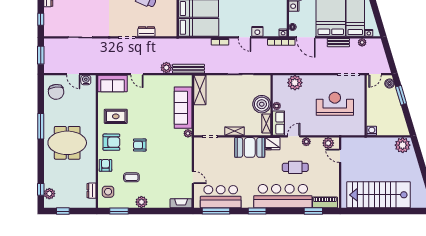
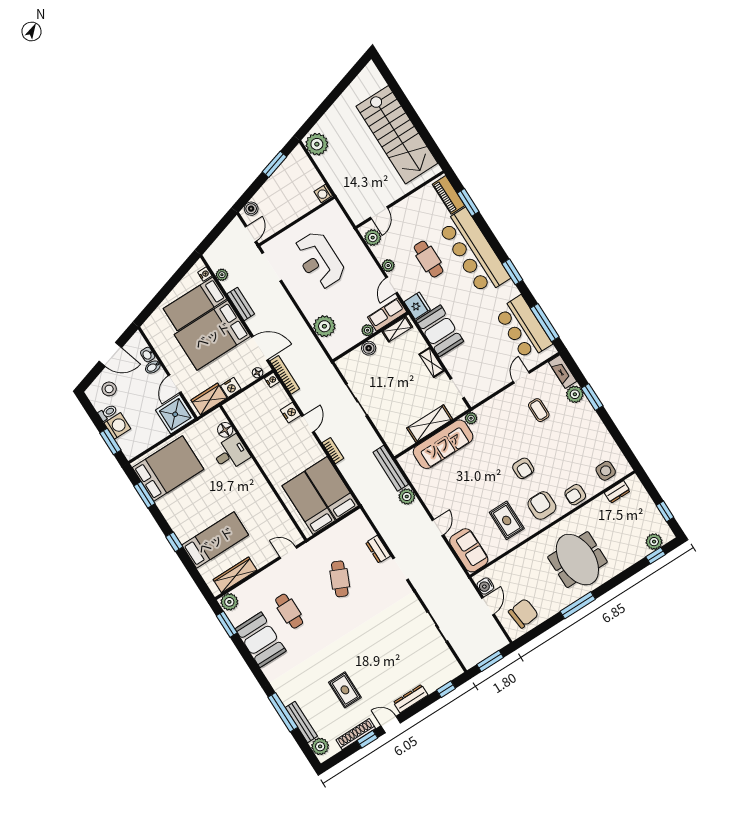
door: (306, 37) -> (260, 348), hinge flipped
door: (375, 74) -> (251, 234), hinge flipped
shelving: (200, 90) -> (430, 424), moved
window: (401, 95) -> (275, 164), moved
boiler: (262, 104) -> (369, 348), width x0.54, depth x0.54
door: (294, 136) -> (392, 285), hinge flipped
coffee table: (131, 177) -> (539, 410), moved
plant: (141, 202) -> (575, 394), moved
window: (119, 211) -> (592, 397), moved

